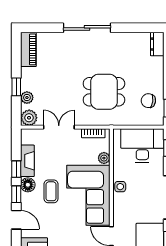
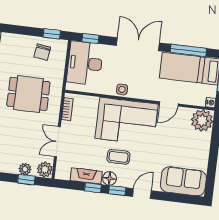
window: (16, 87) -> (26, 180), moved
dining table: (104, 92) -> (28, 94), turned 90
plant: (104, 158) -> (92, 102), removed

